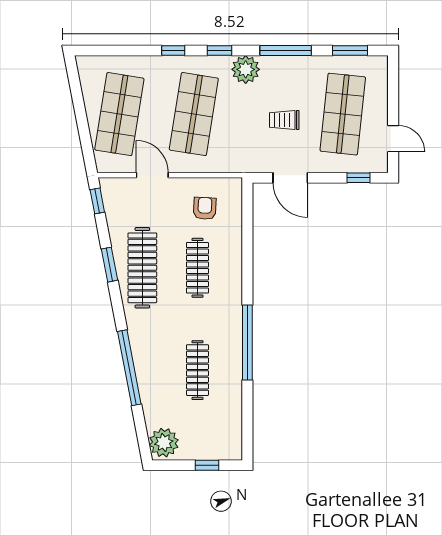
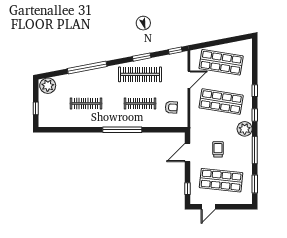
window: (247, 343) -> (122, 130), moved

